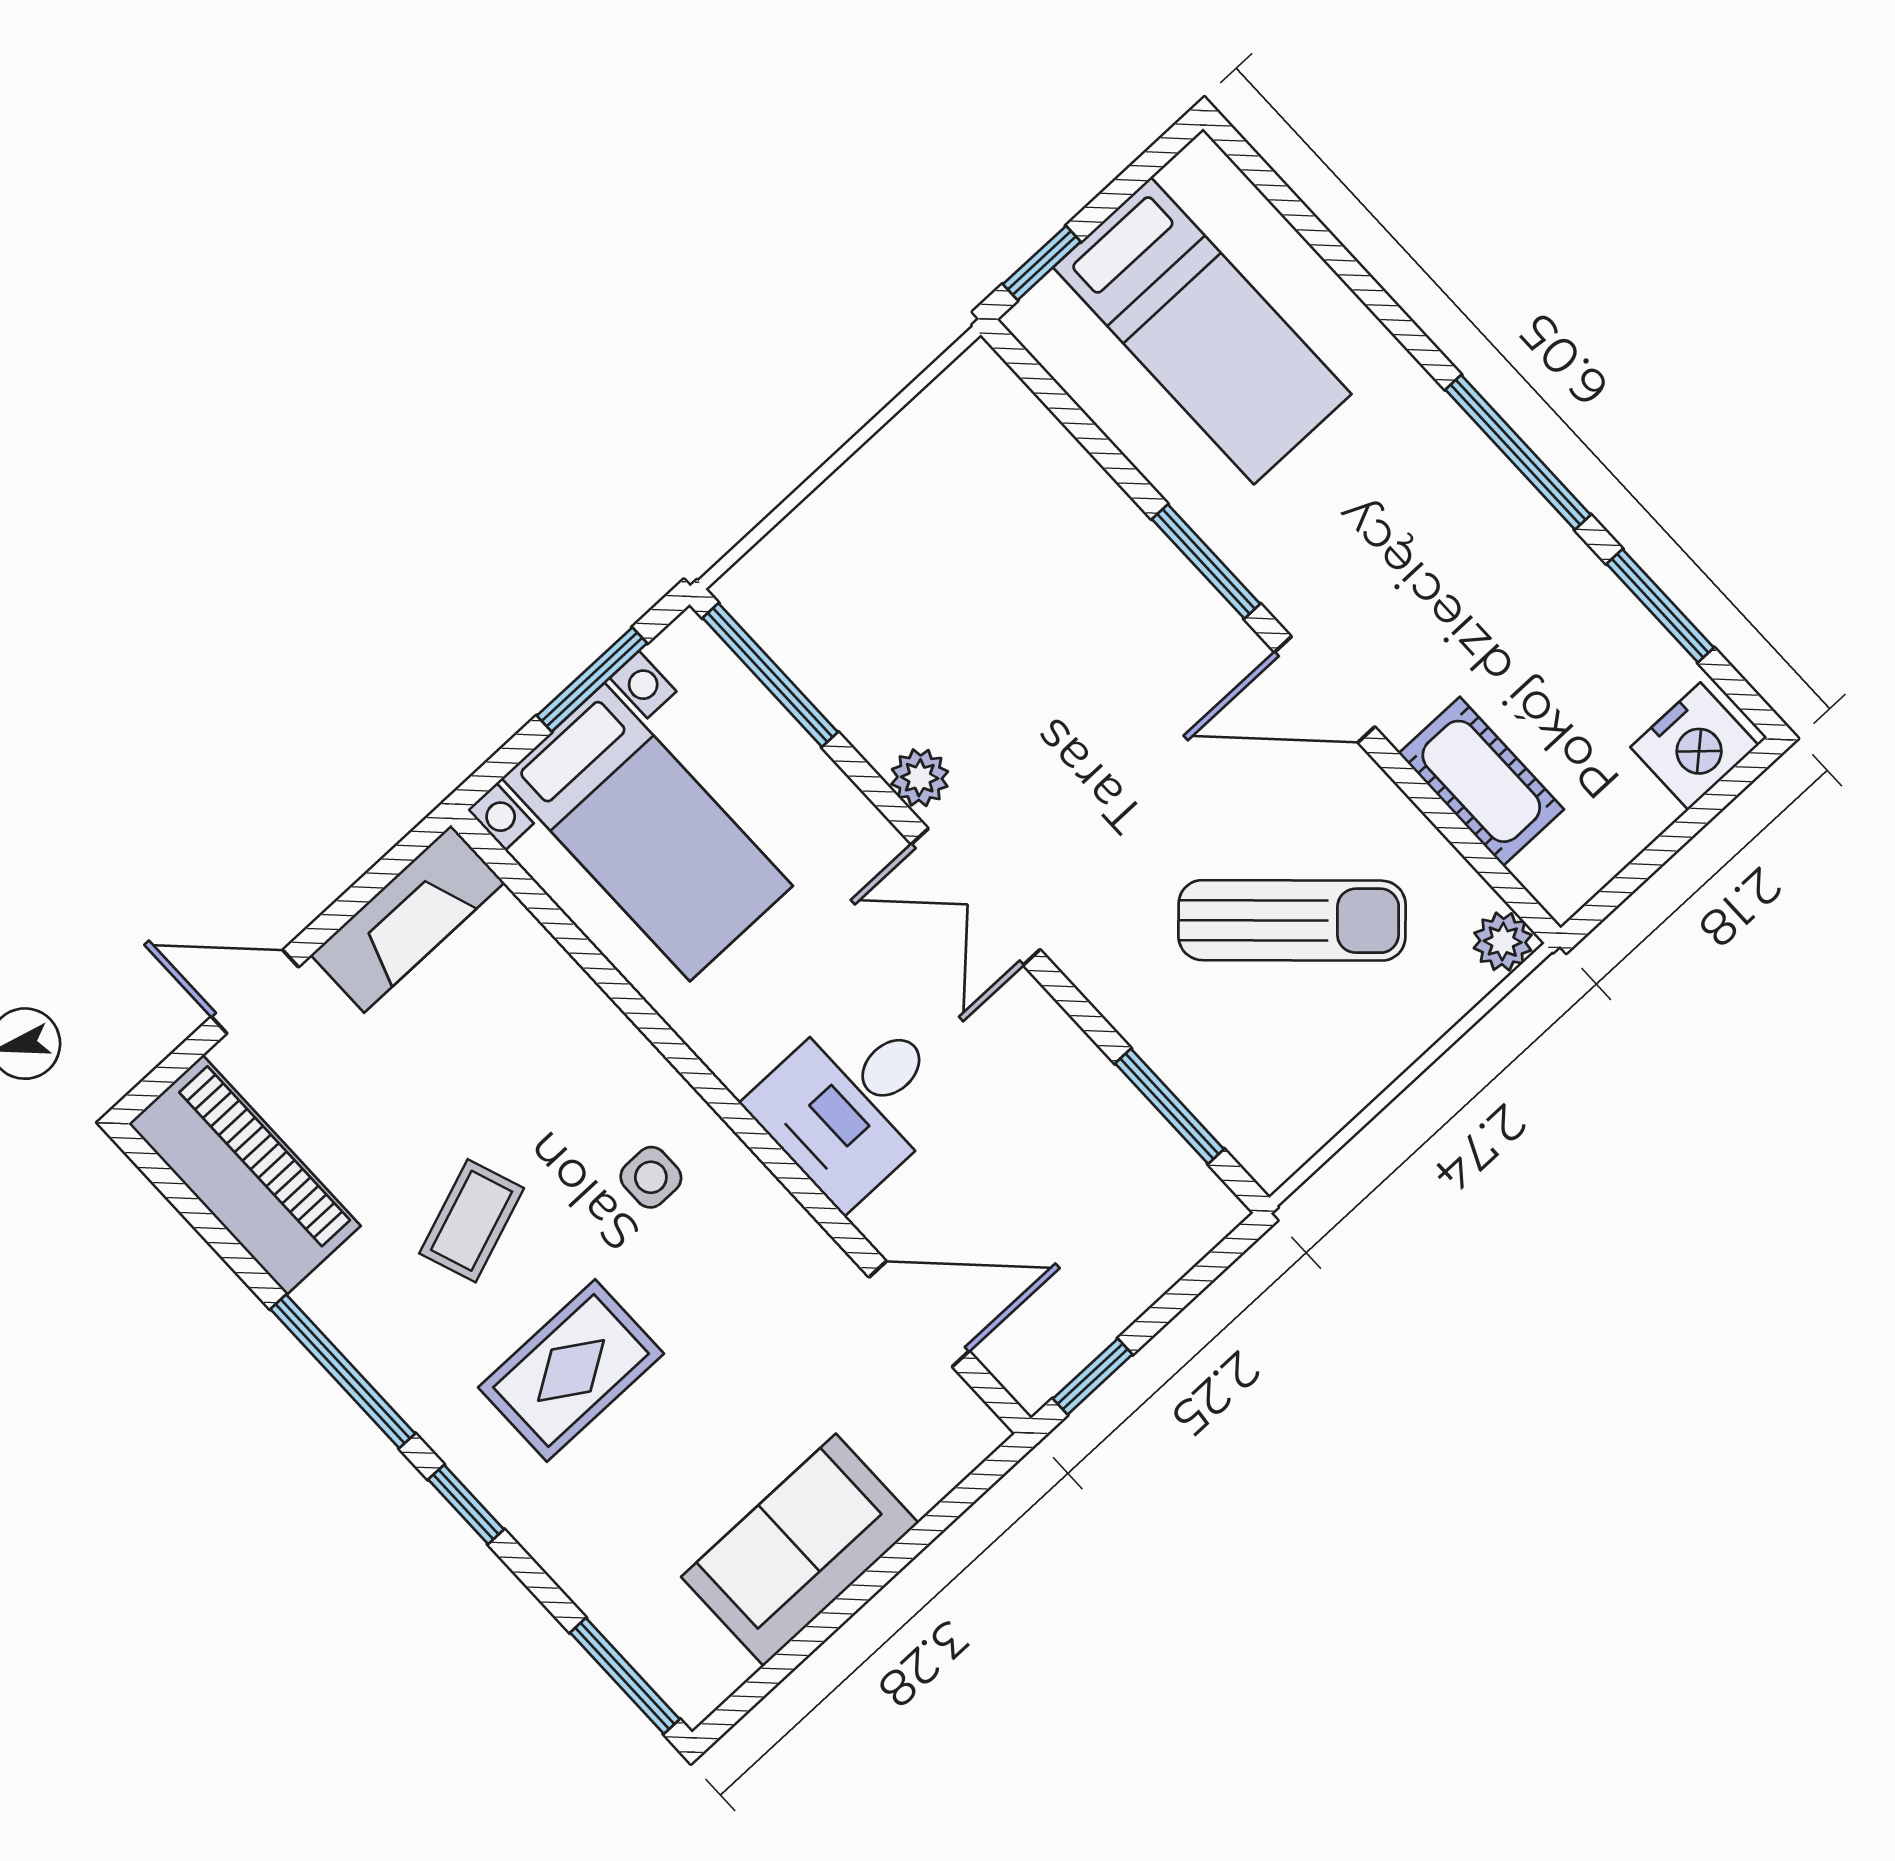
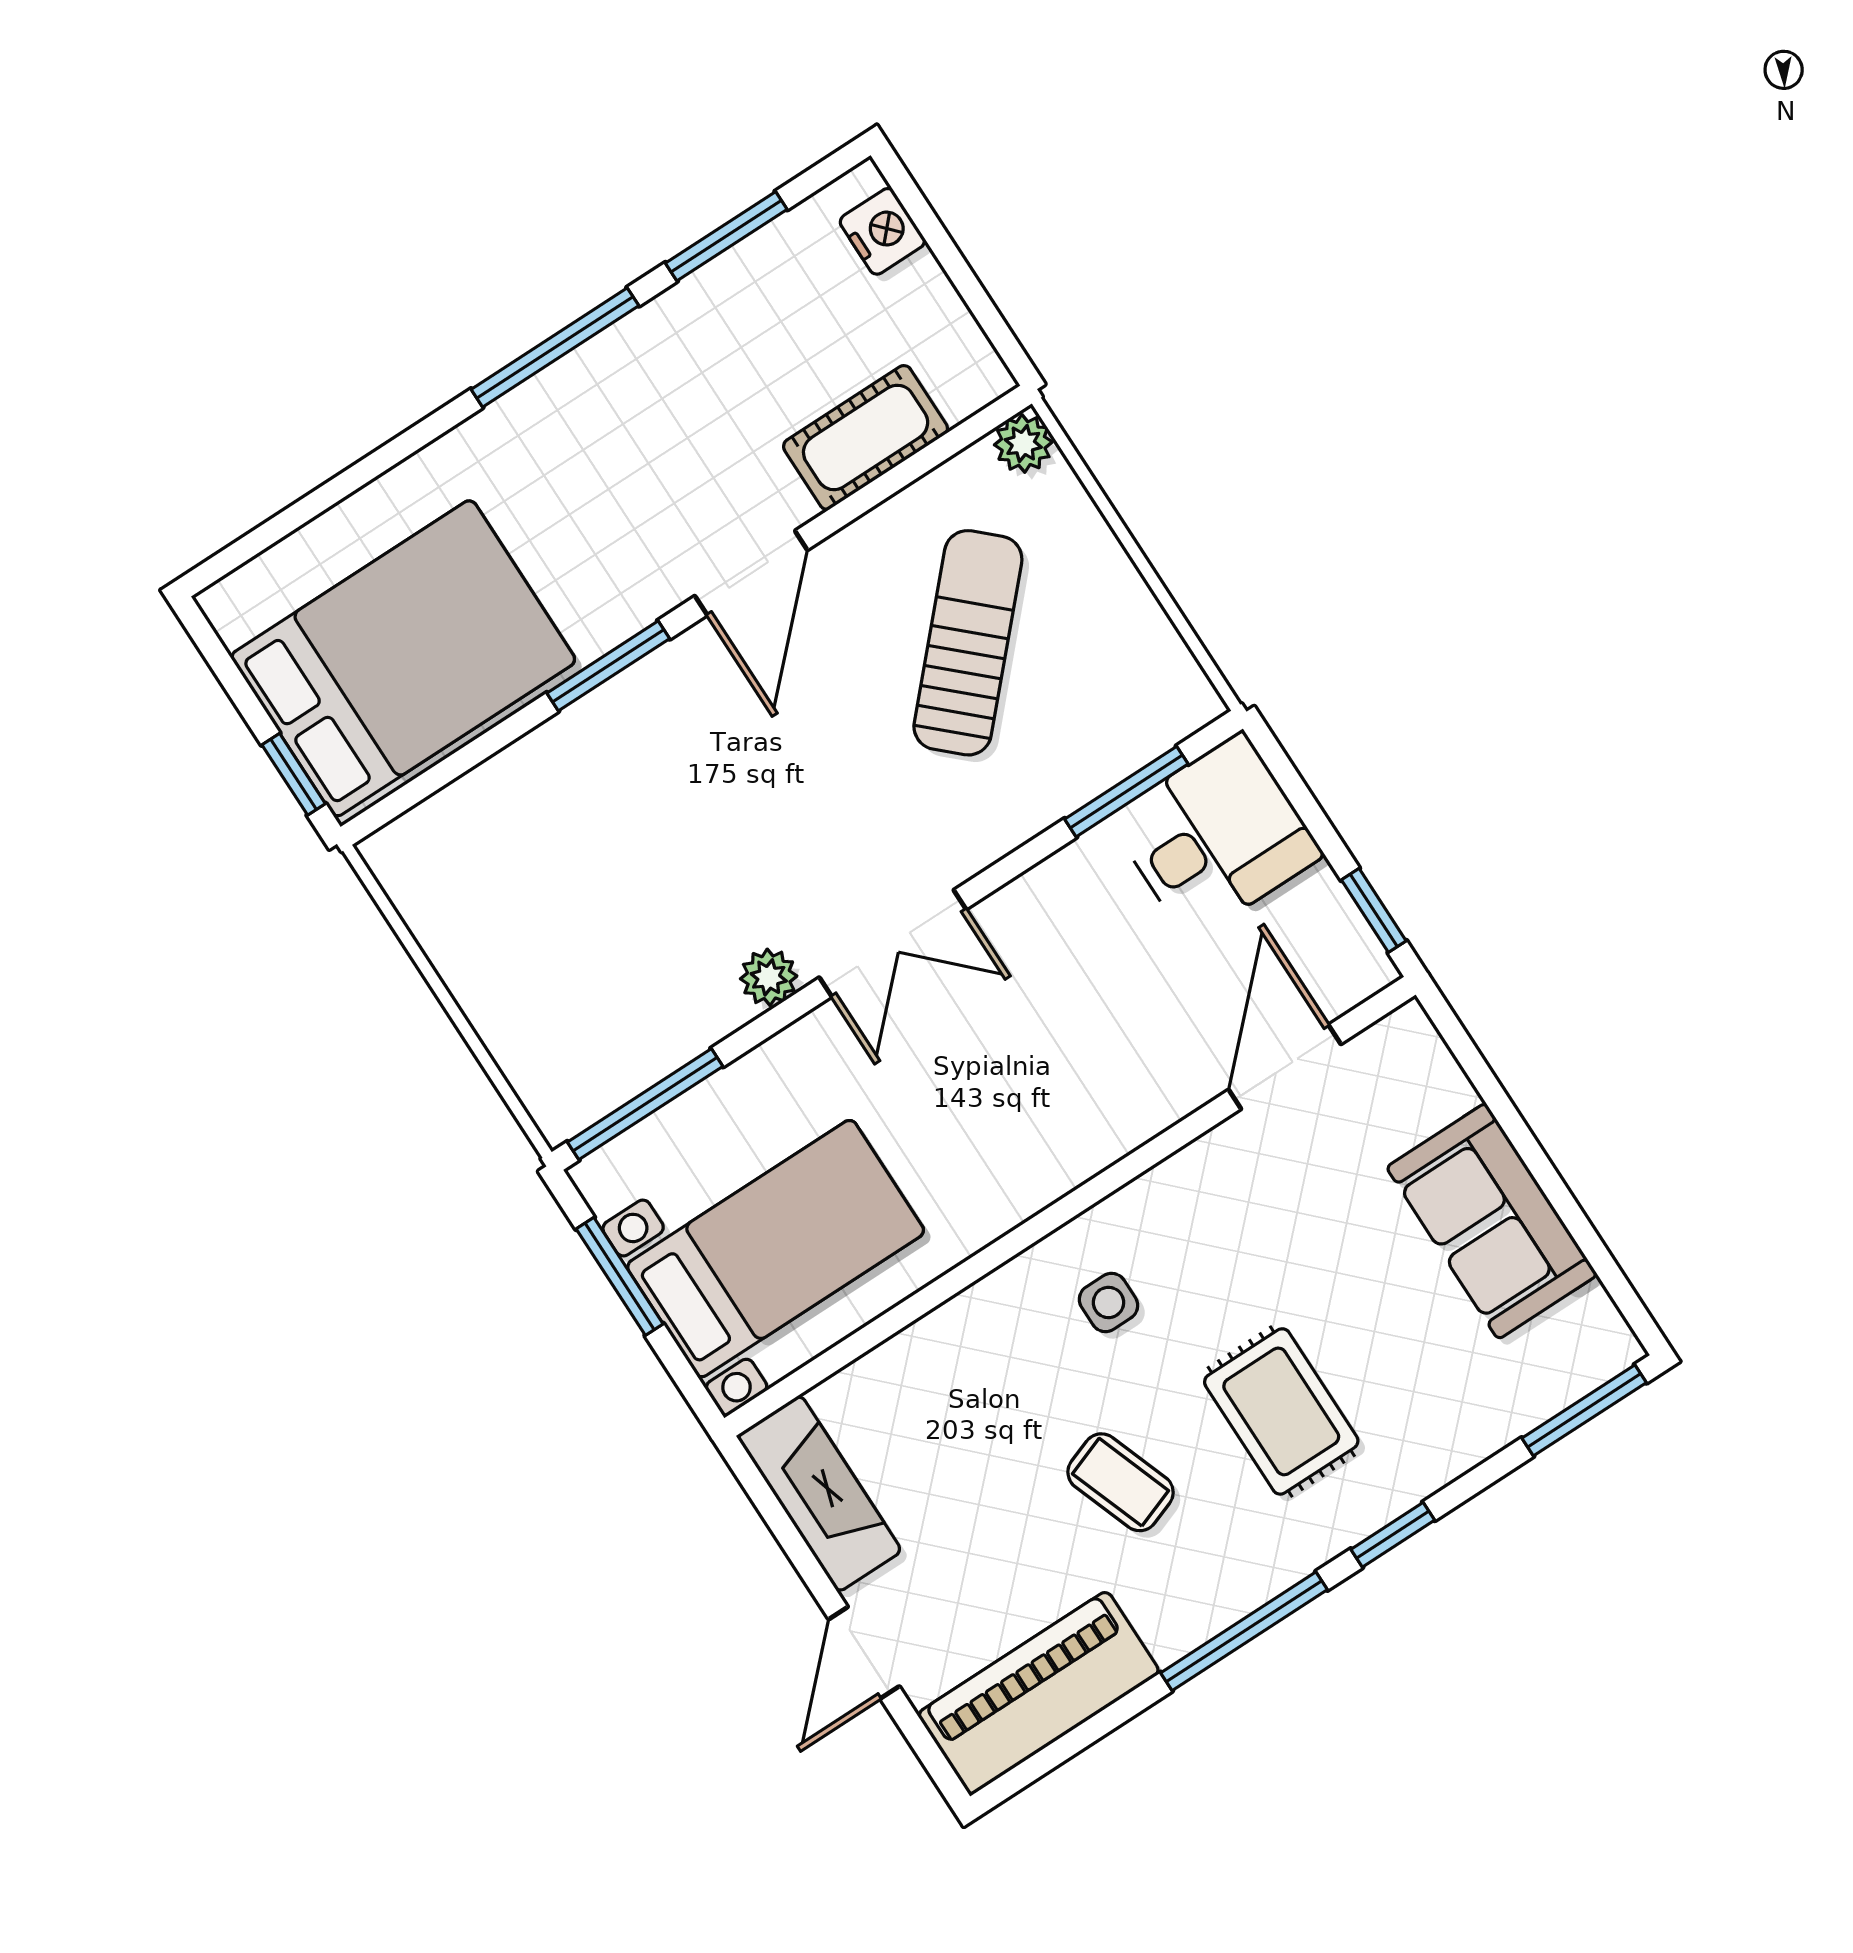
bed: (1202, 331) -> (403, 658), width x1.50
nightstand: (1694, 746) -> (882, 231), width x0.74, depth x0.75
desk: (853, 1103) -> (1216, 837), moved, turned -90

